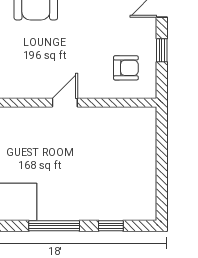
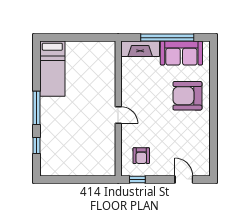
window: (162, 50) -> (137, 179), moved

